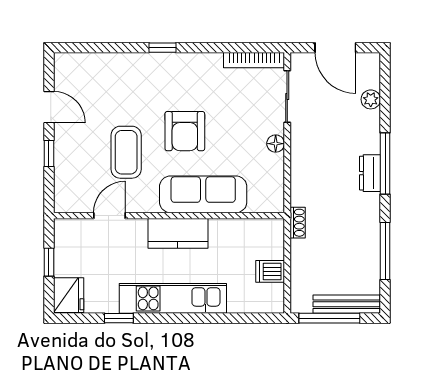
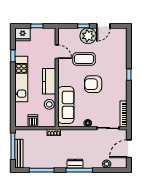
plant: (72, 143) -> (88, 36), added
sofa: (203, 194) -> (66, 105), moved
stool: (232, 233) -> (49, 104), added

